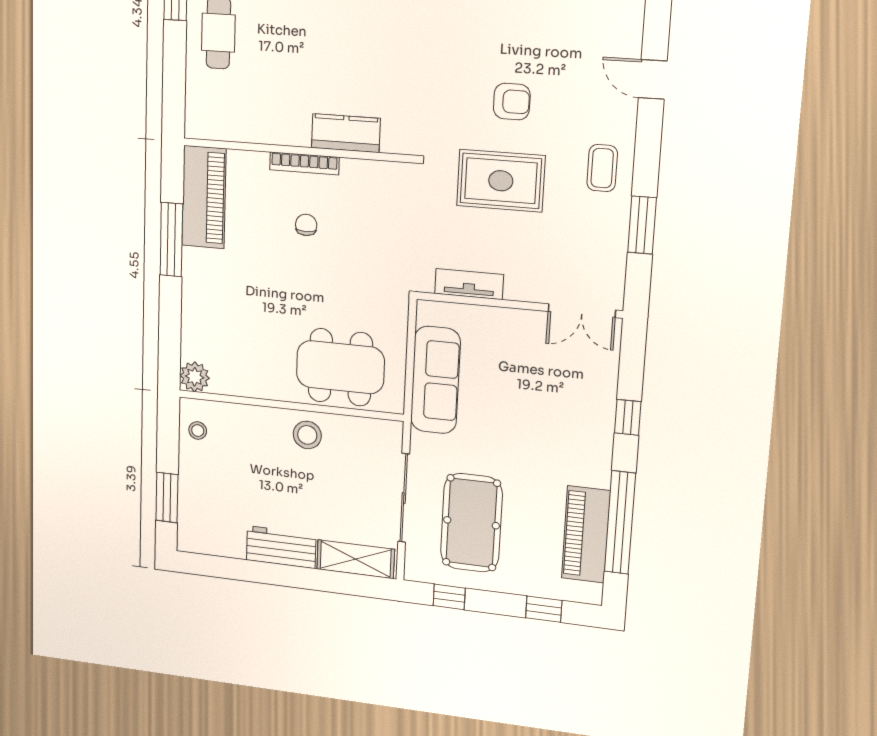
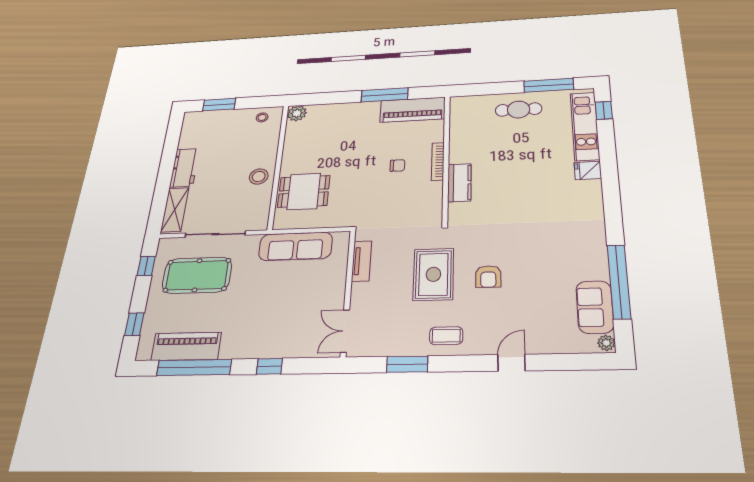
dining table: (340, 367) -> (304, 191), width x0.73

